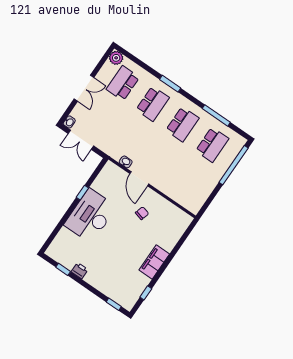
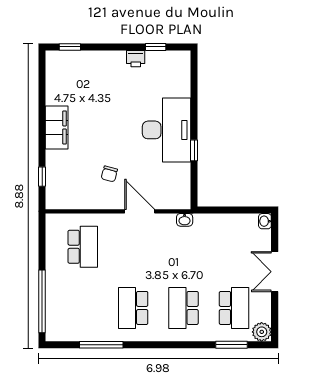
window: (170, 84) -> (231, 345), moved
double door: (81, 140) -> (238, 210), removed
school desk: (212, 145) -> (83, 247), moved, turned 180
washbasin: (126, 162) -> (185, 220), moved
window: (146, 293) -> (42, 177), moved

